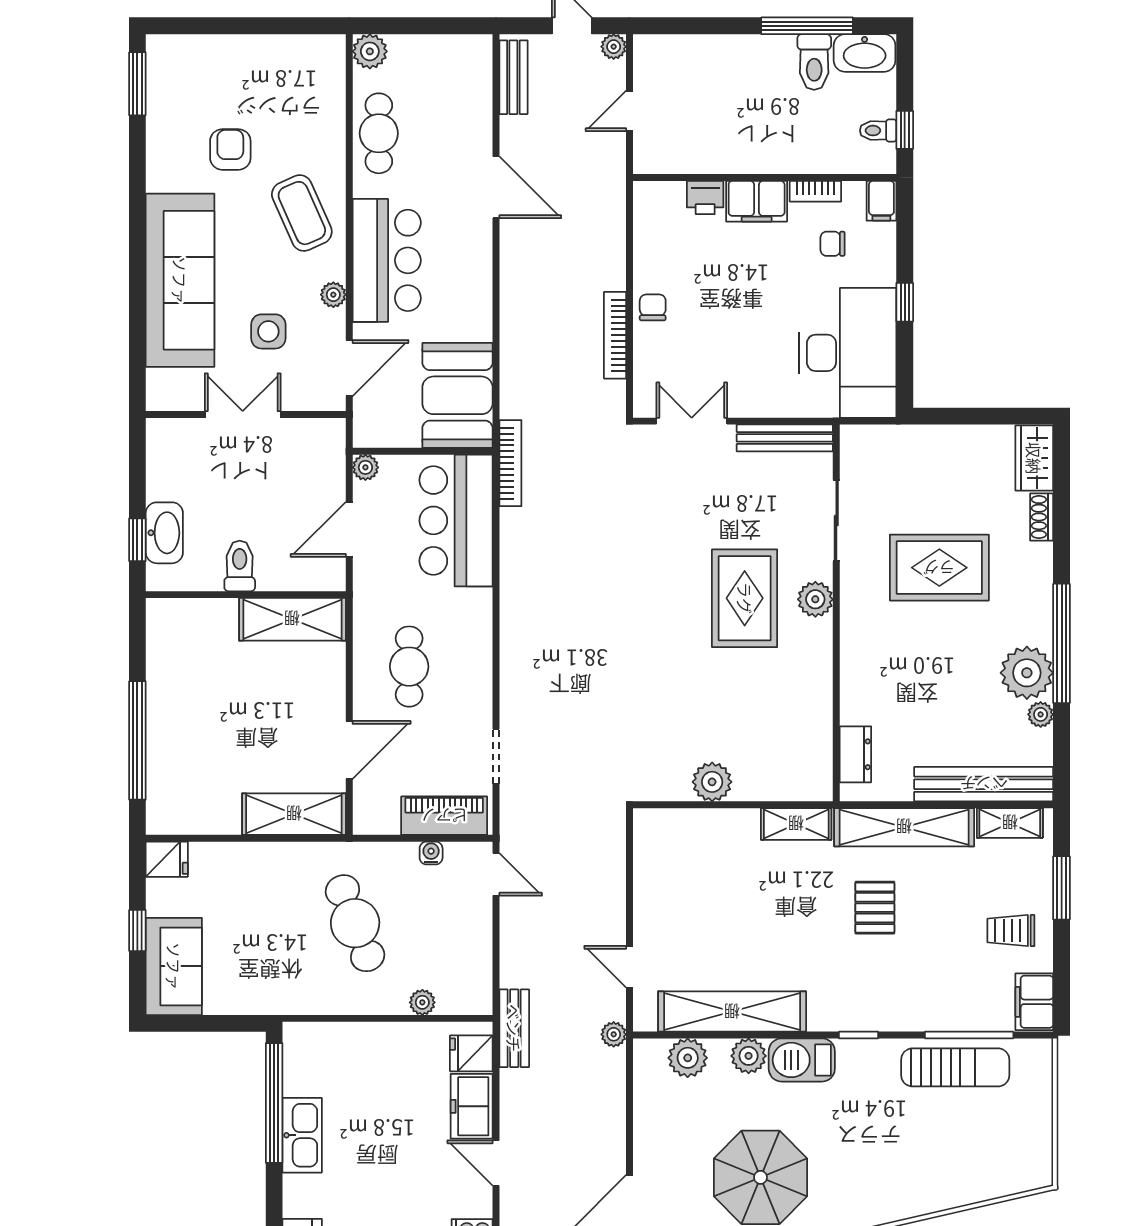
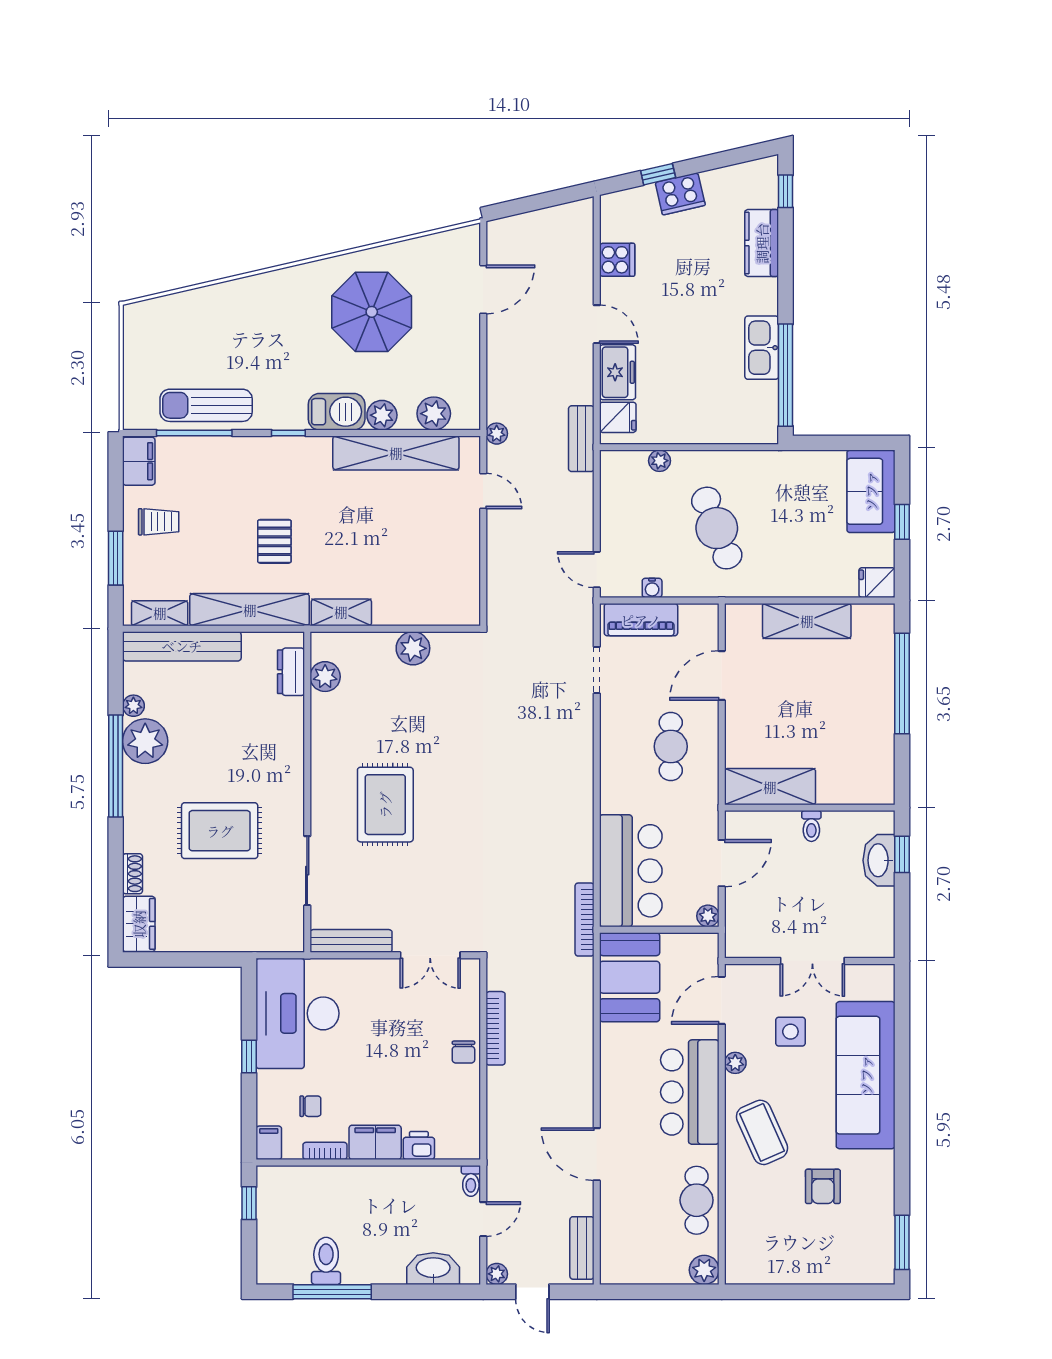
washbasin: (865, 53) -> (433, 1269), moved
toilet: (878, 131) -> (471, 1181), moved, turned 90
toilet: (240, 566) -> (811, 826), width x0.73, depth x0.72
plant: (815, 599) -> (325, 677), moved
shelving: (294, 814) -> (807, 621), moved

